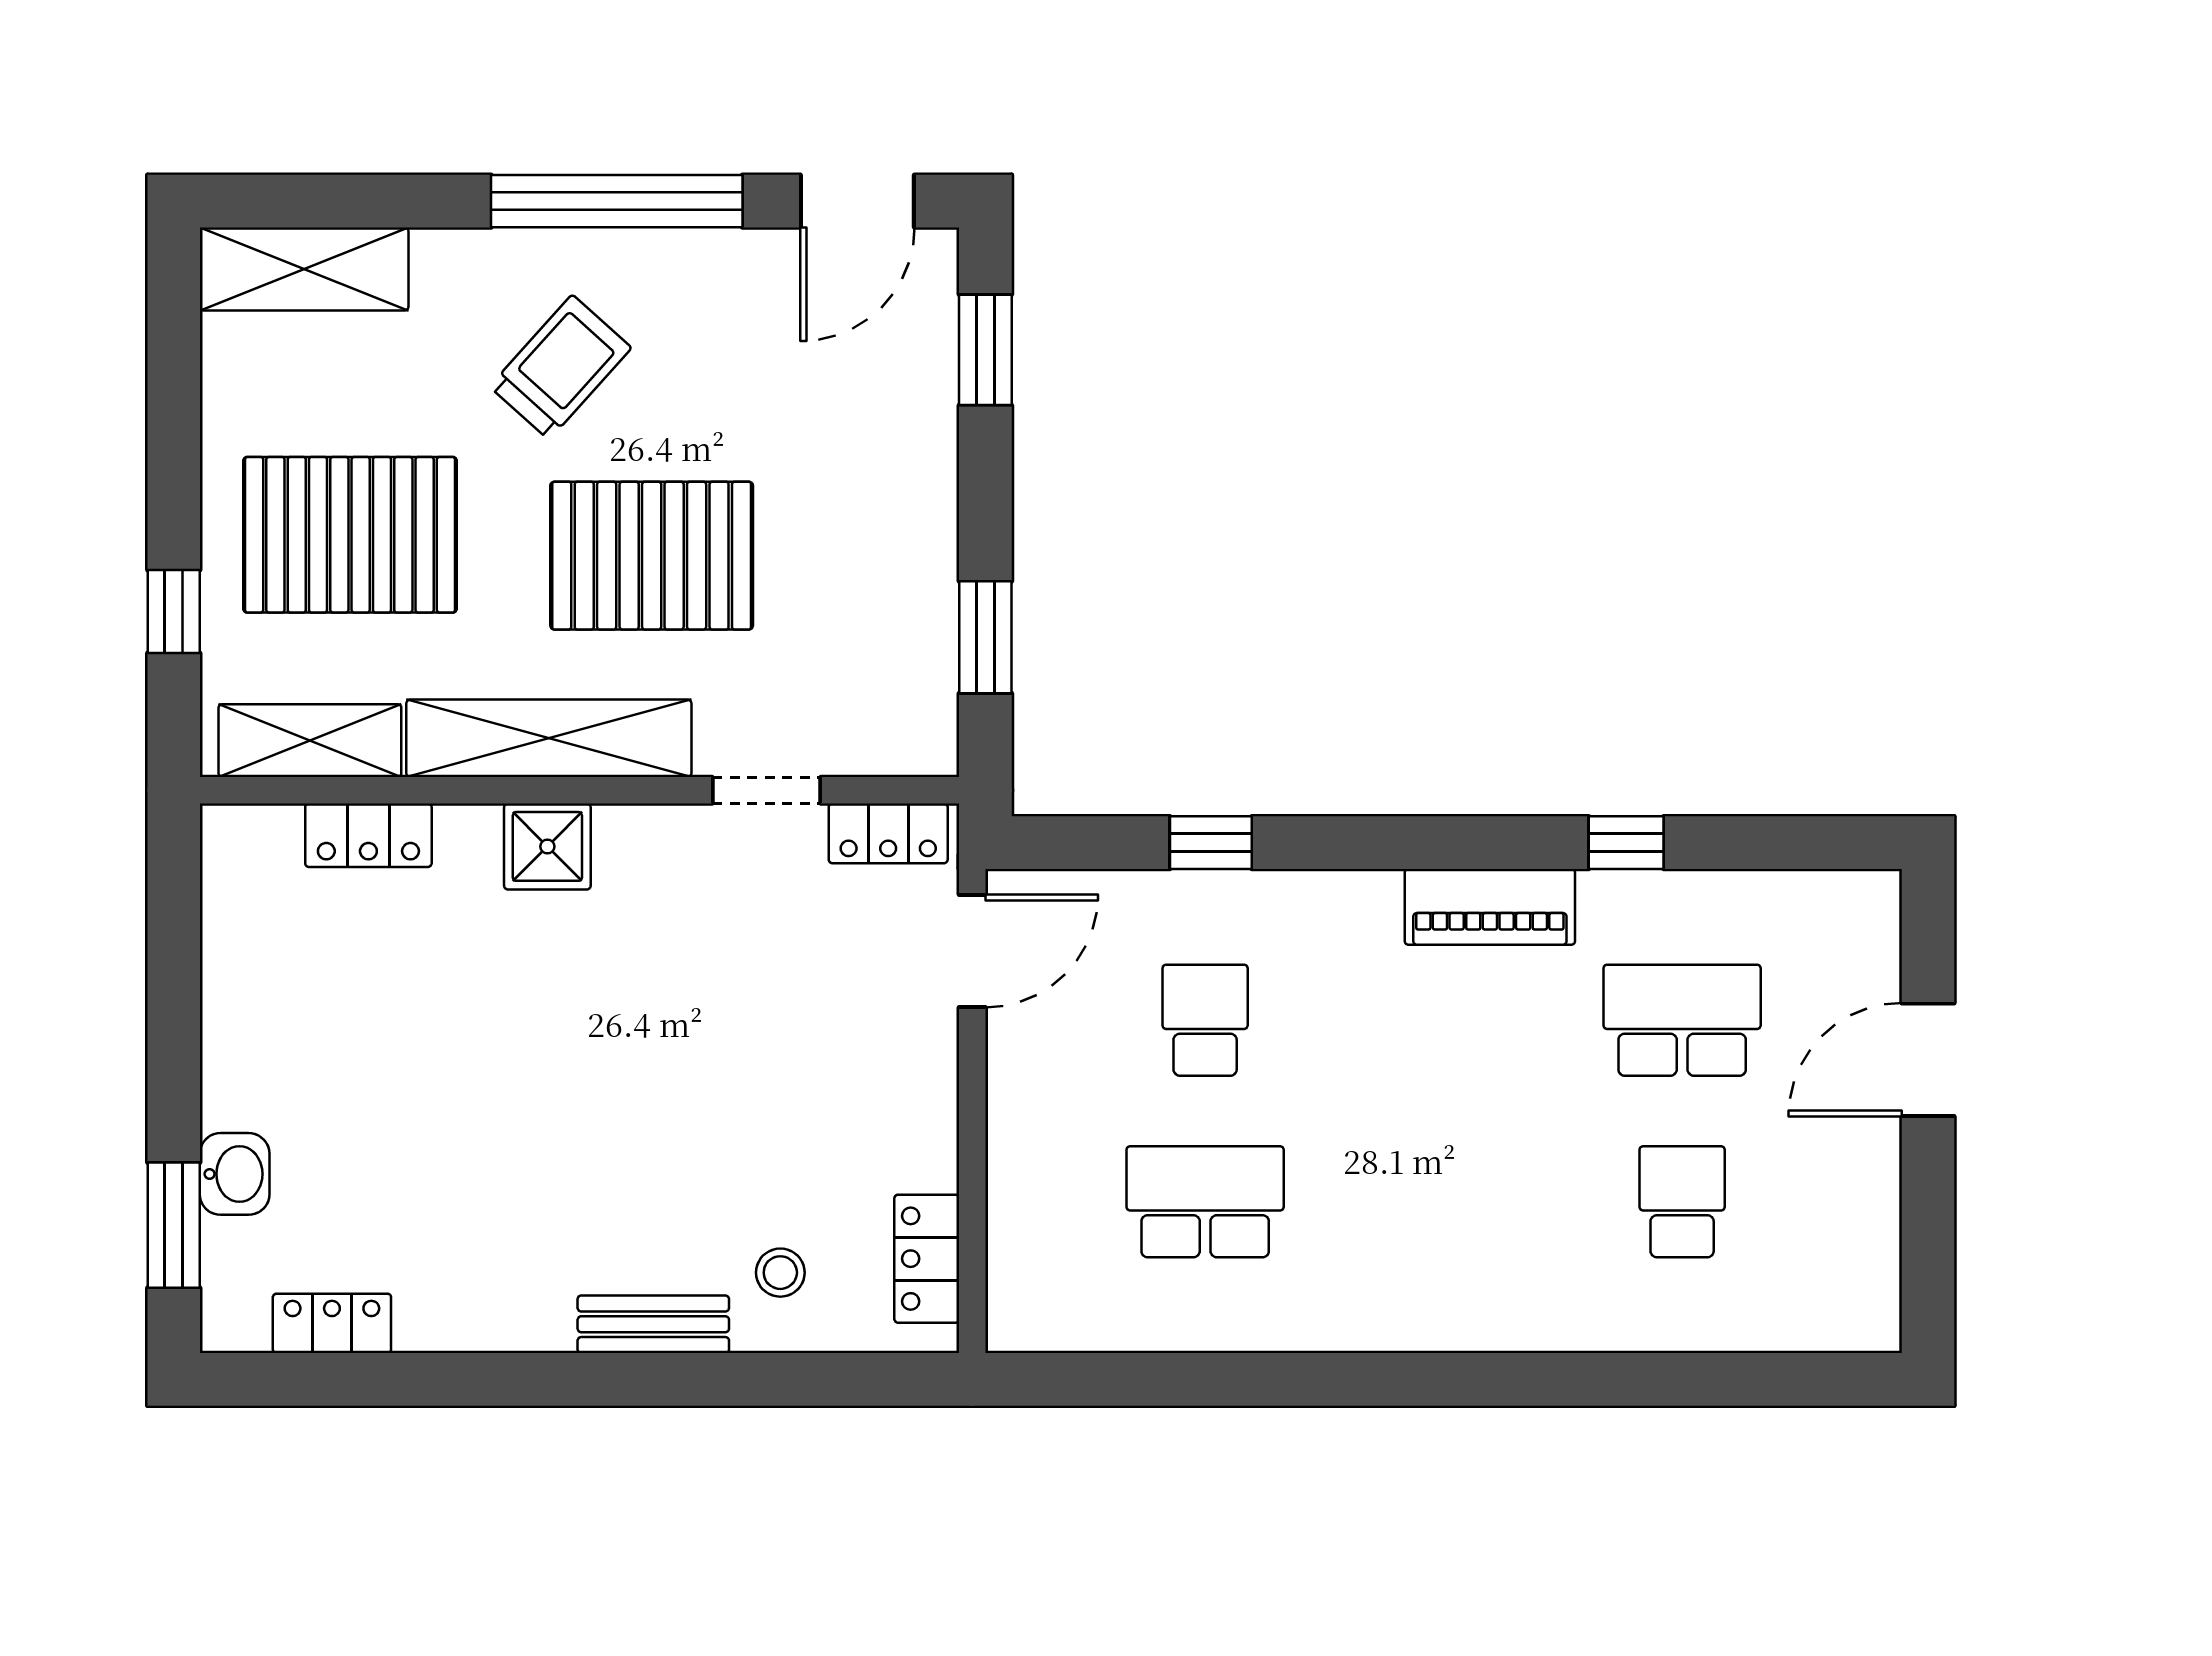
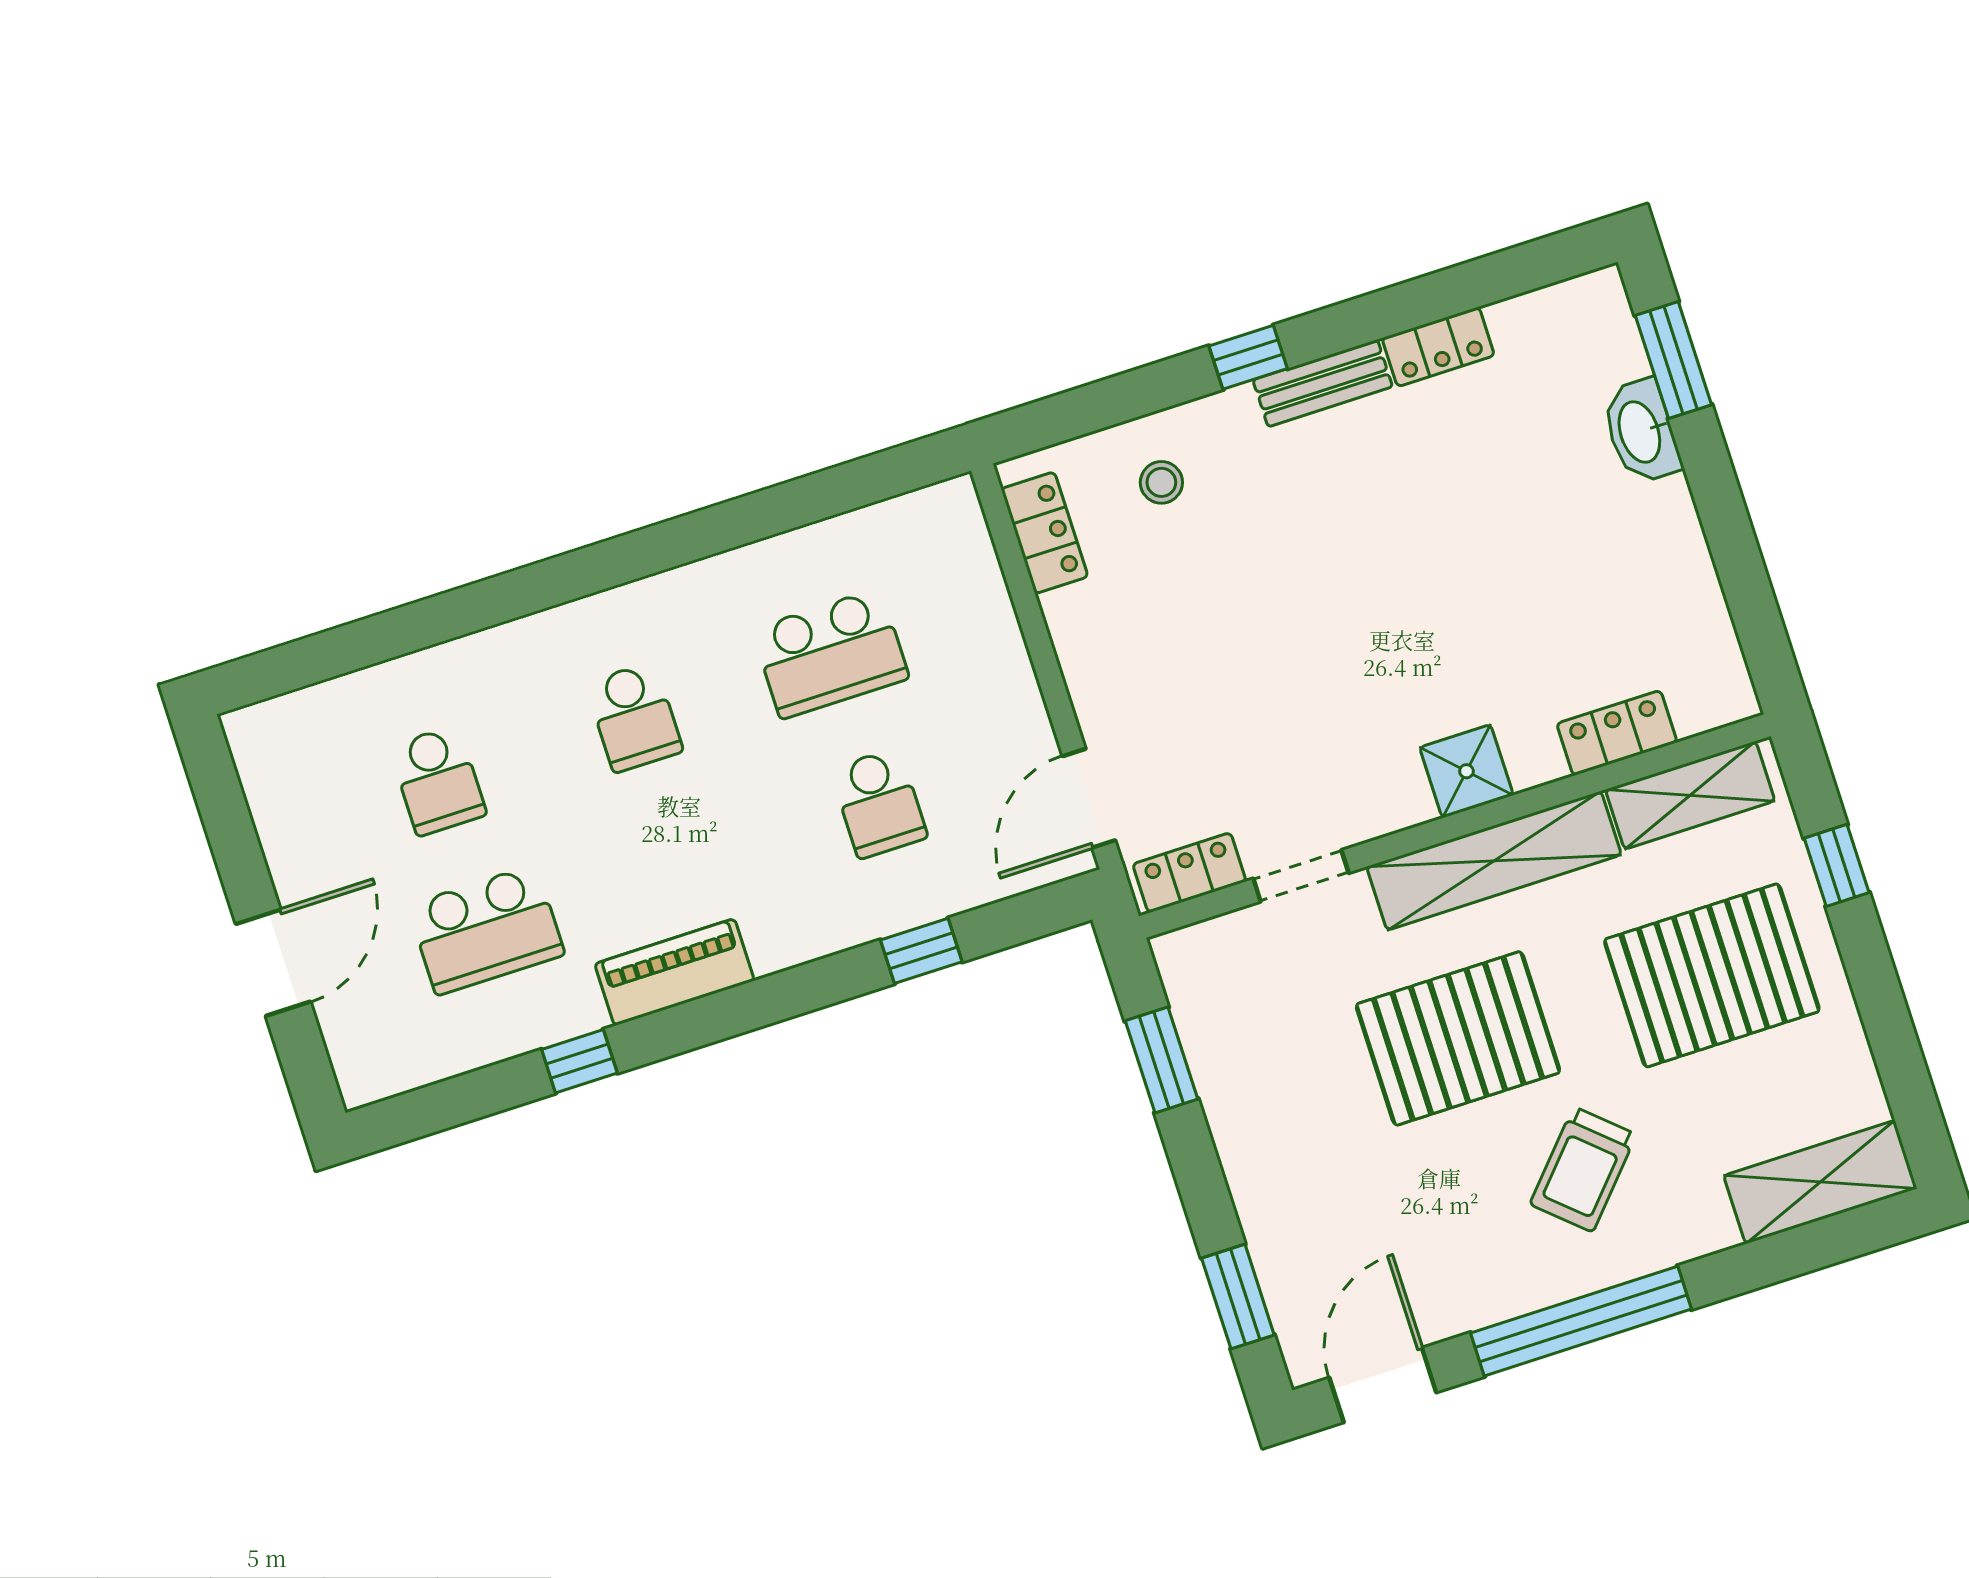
washbasin: (235, 1174) -> (1641, 431), width x1.38
school desk: (1444, 1202) -> (634, 717), added
locker: (332, 1323) -> (1438, 347), moved
bench: (653, 1324) -> (1323, 383), moved
window: (640, 1379) -> (1248, 357), added

